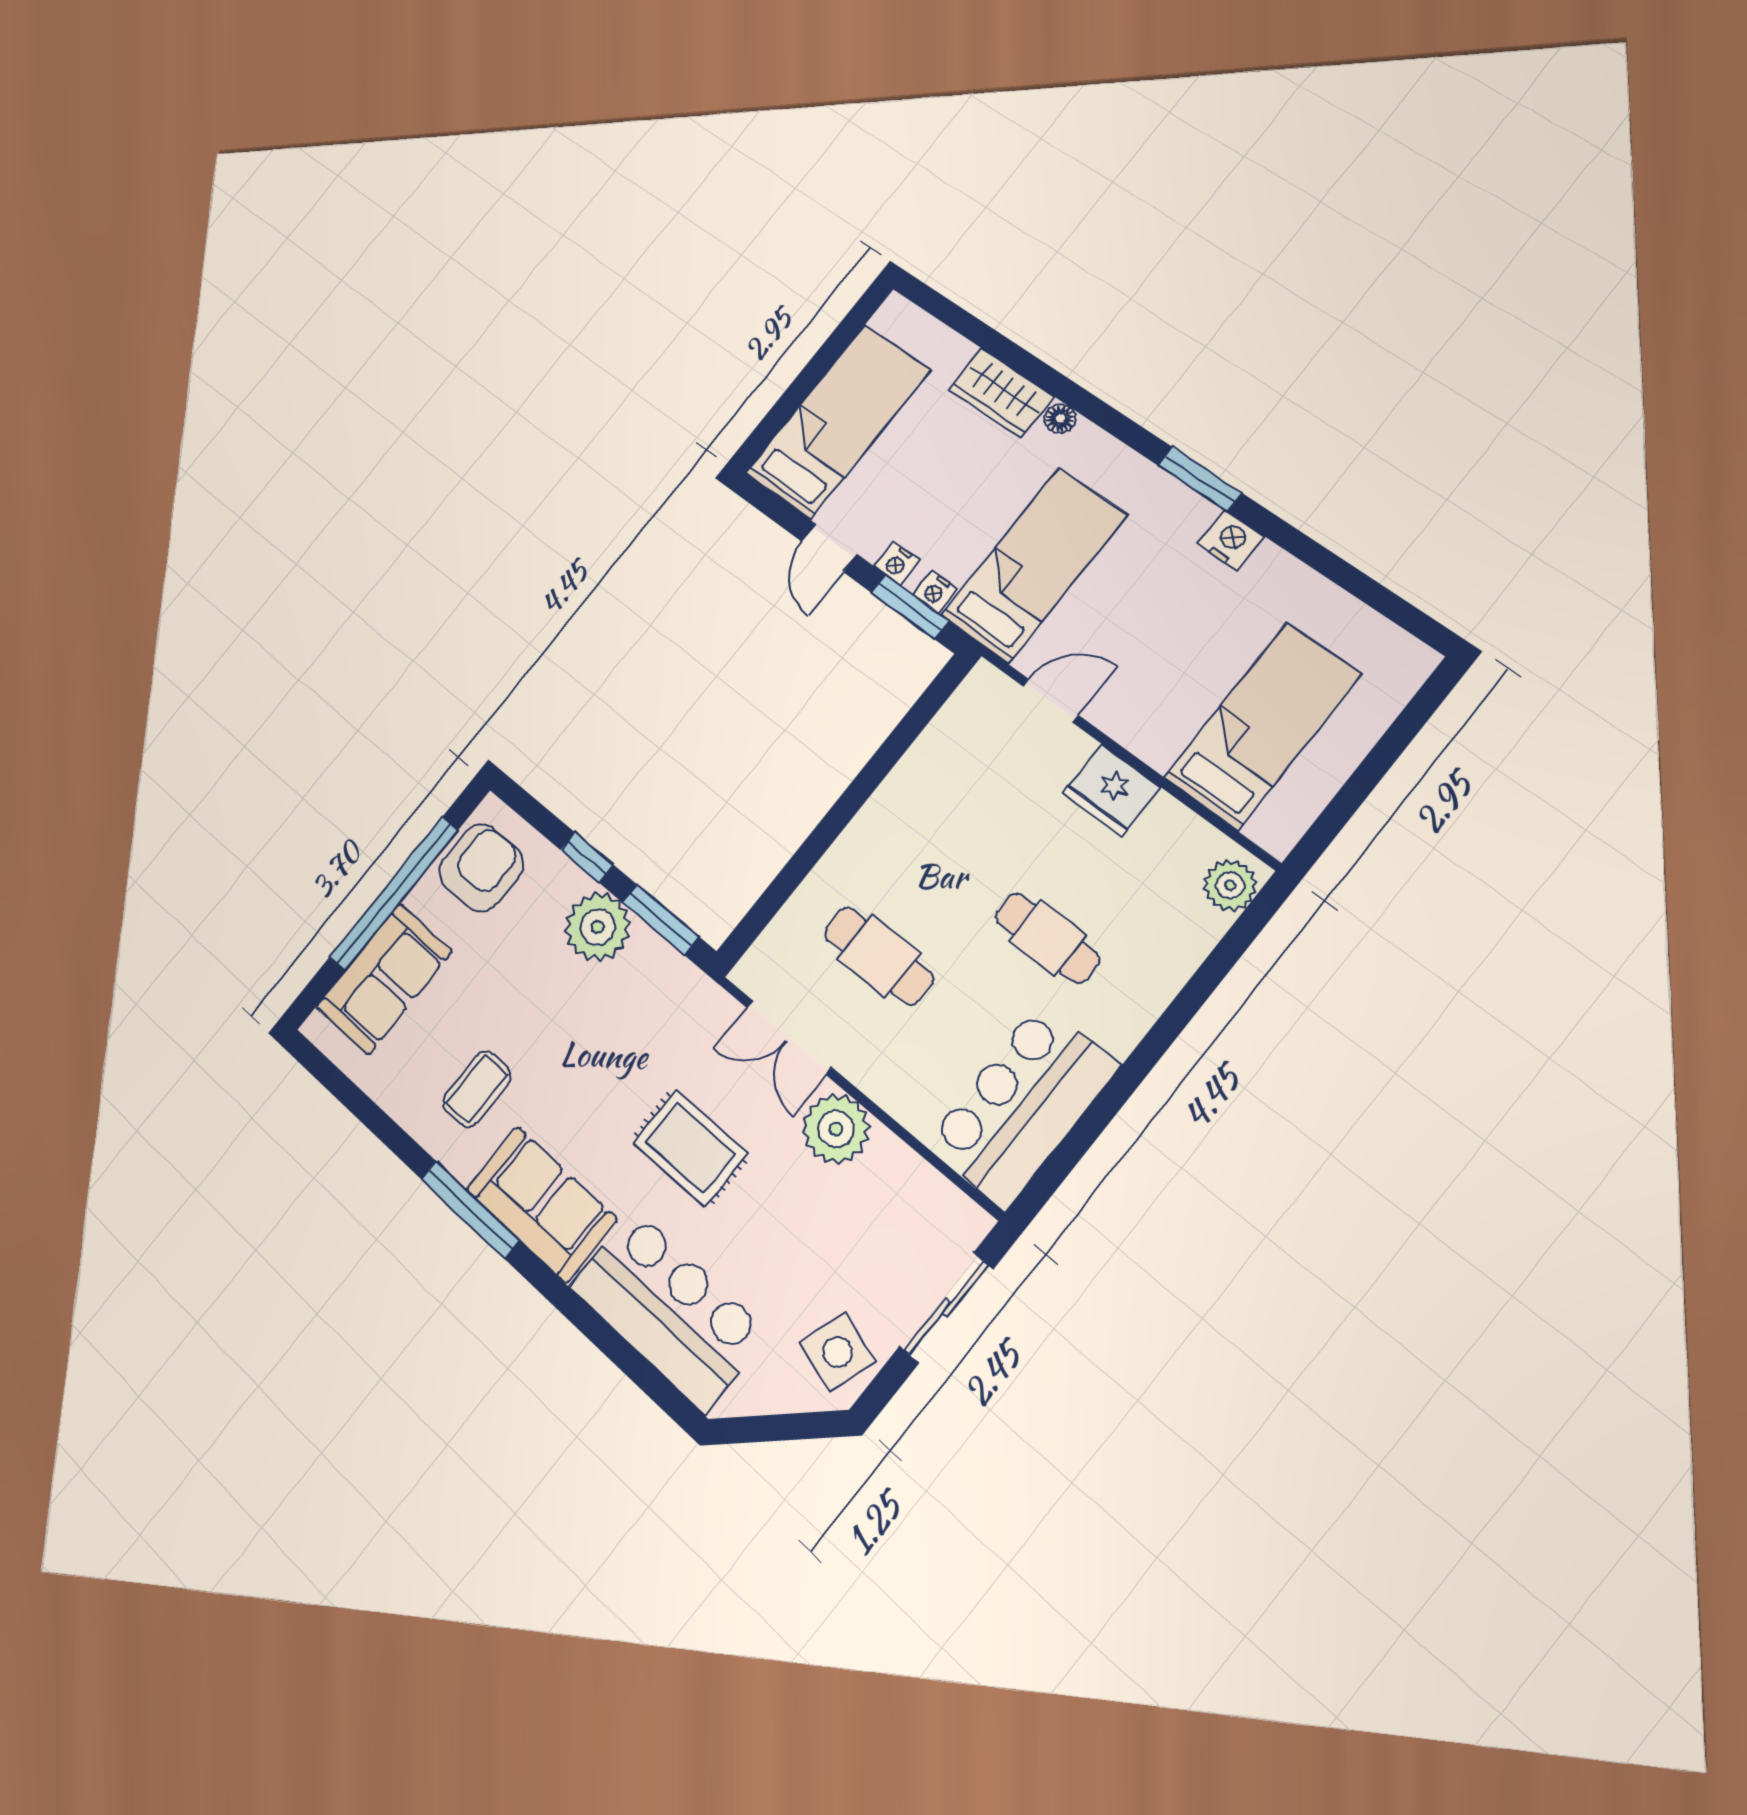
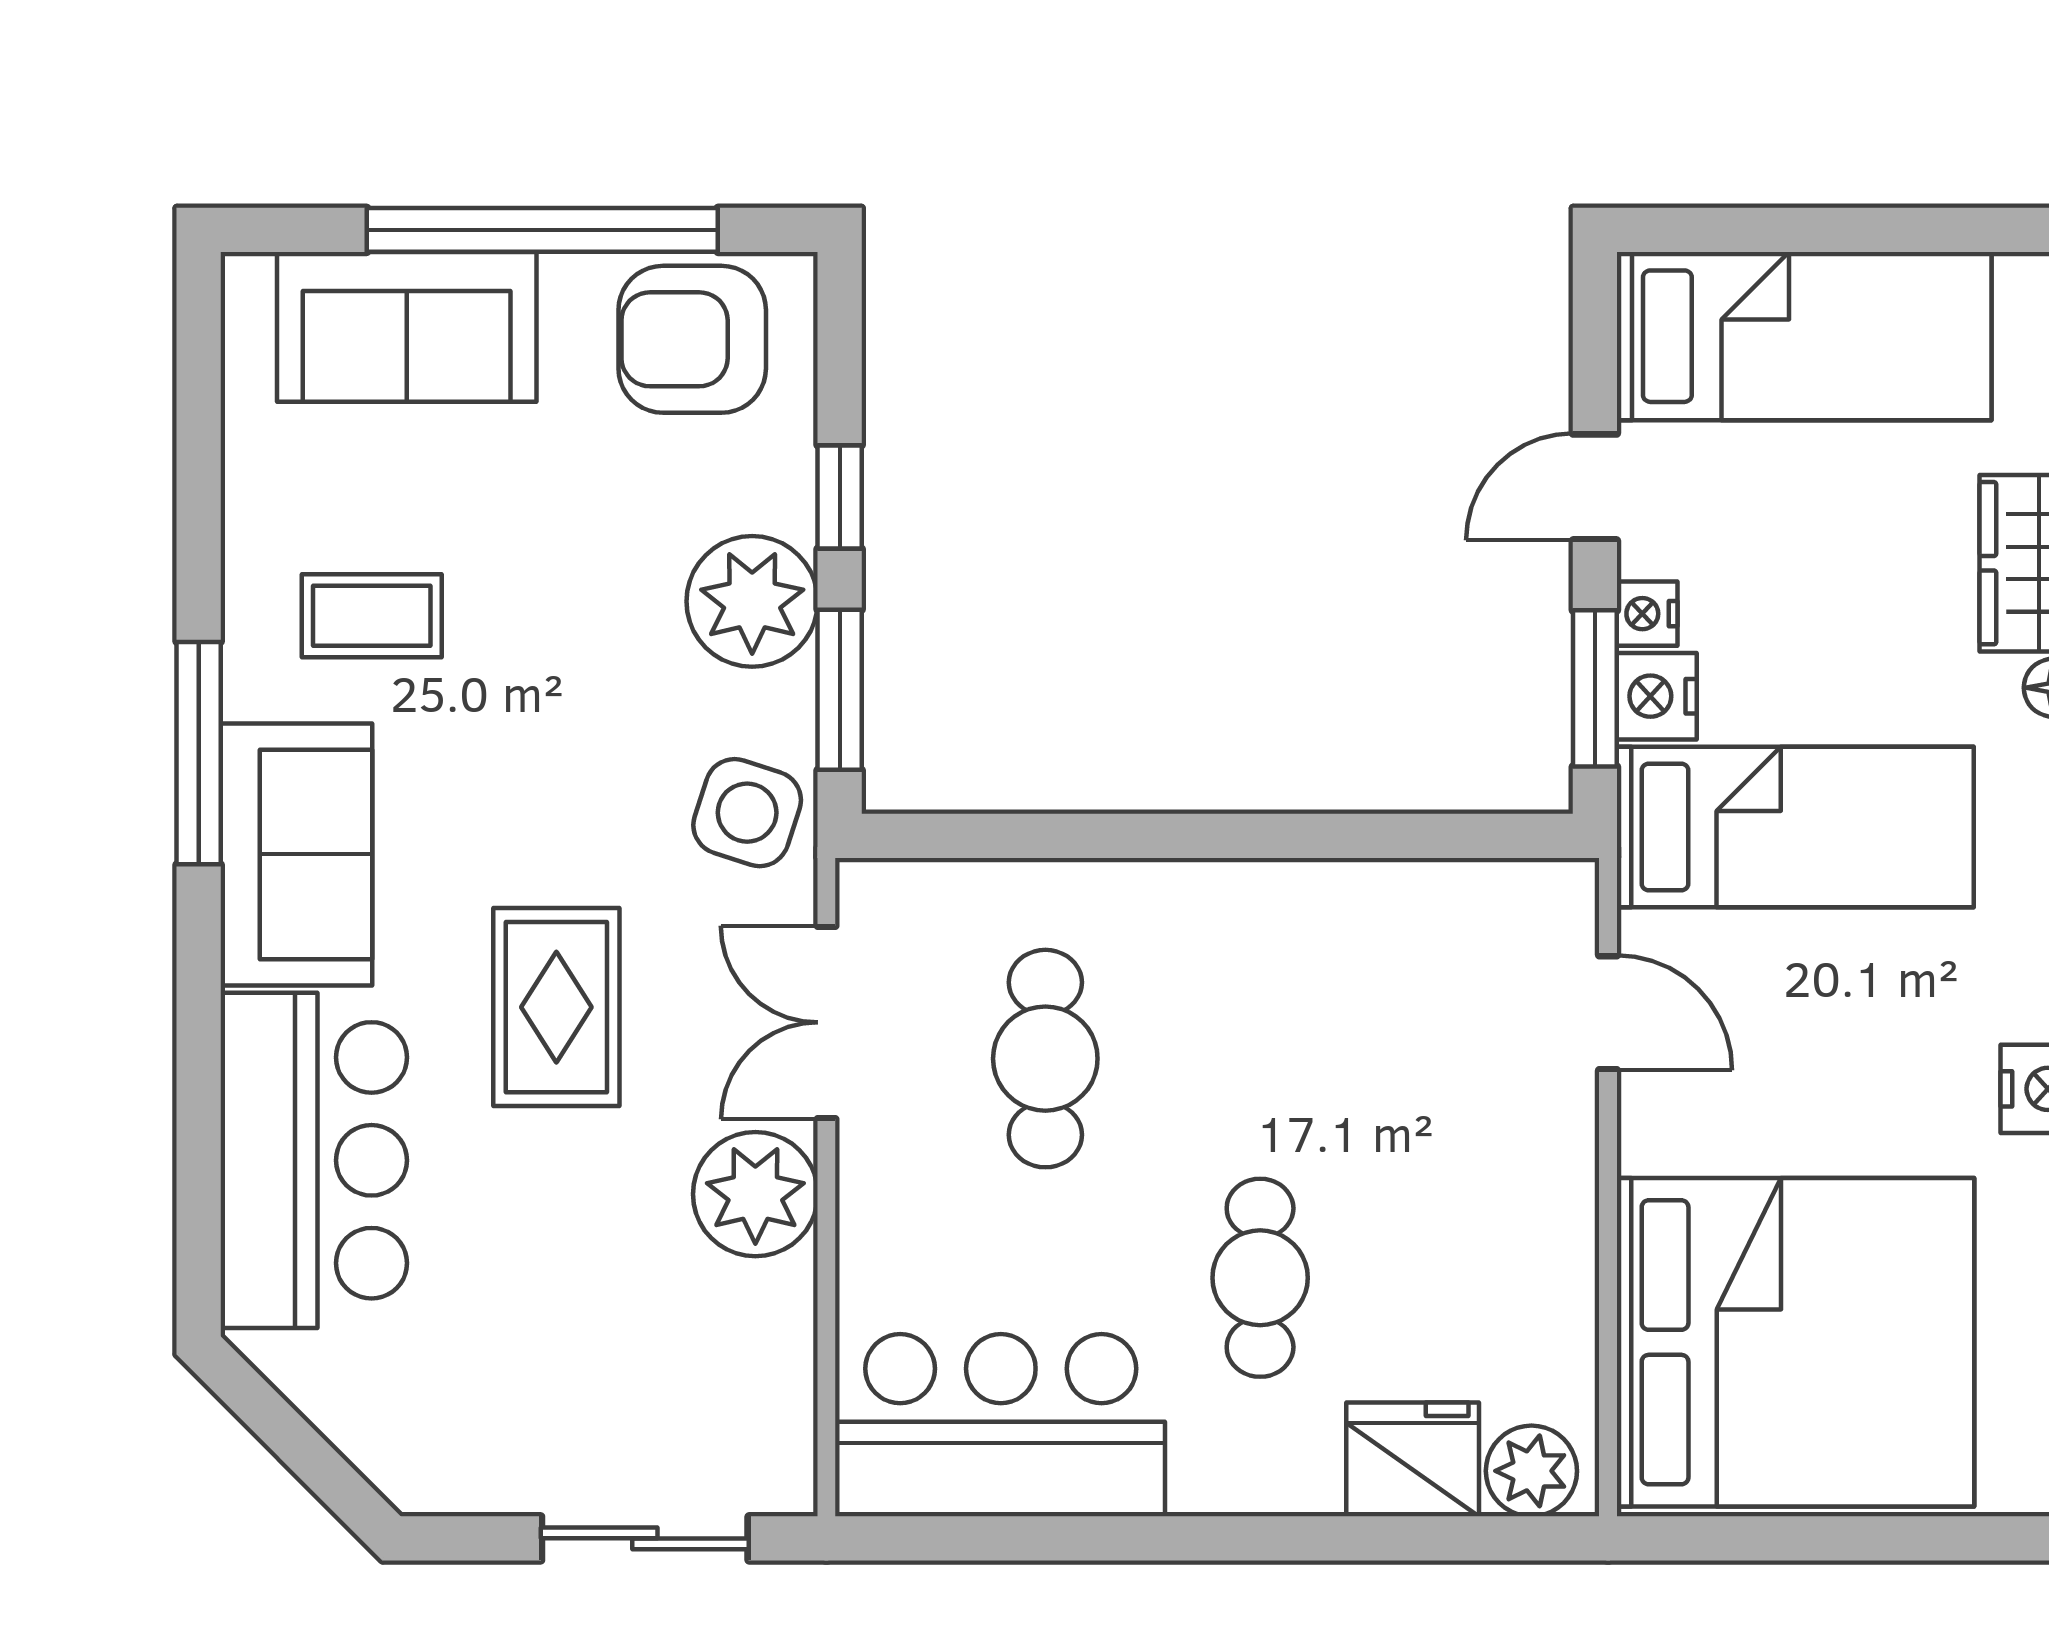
nightstand: (935, 592) -> (1657, 696), width x1.39, depth x1.35
bed: (1262, 726) -> (1795, 1342), width x2.04
fridge: (1111, 790) -> (1413, 1459), moved, turned 90
armchair: (481, 868) -> (692, 339), turned 180
side table: (838, 1352) -> (747, 813), moved

